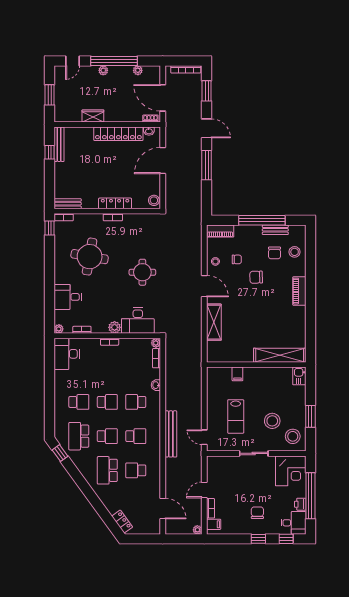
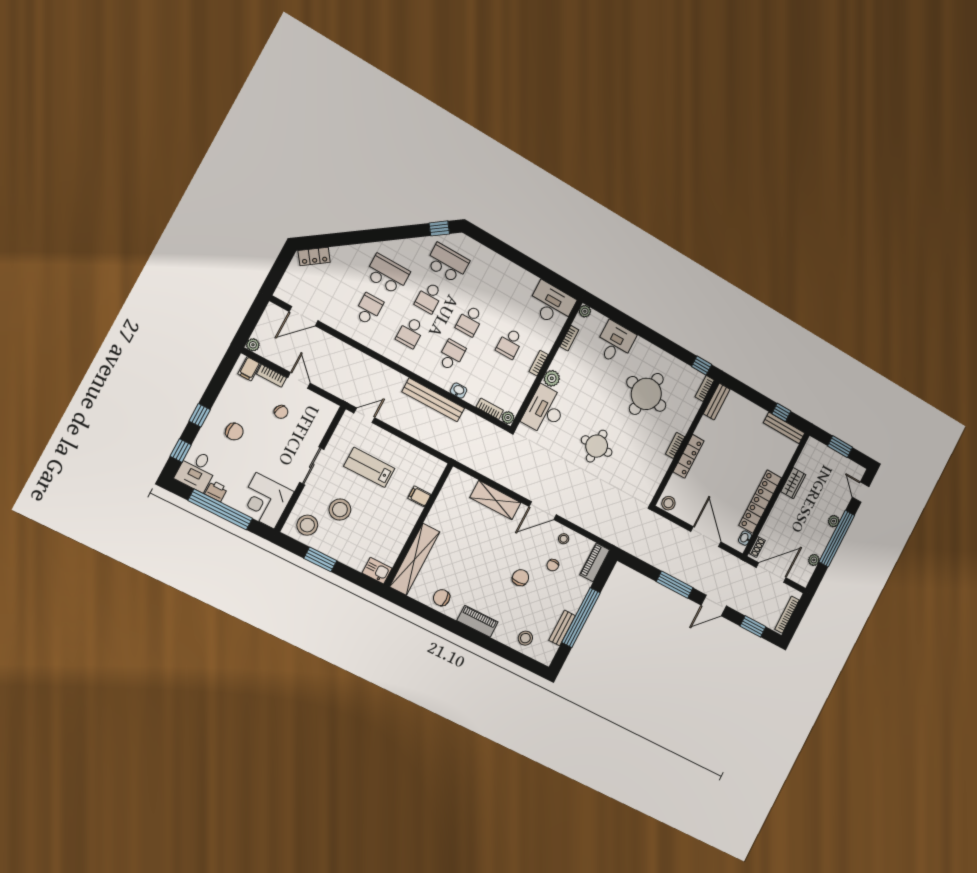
chair: (274, 253) -> (442, 598), moved
school desk: (79, 402) -> (510, 343), moved
bench: (171, 434) -> (433, 400), moved
chair: (230, 491) -> (281, 412), added

